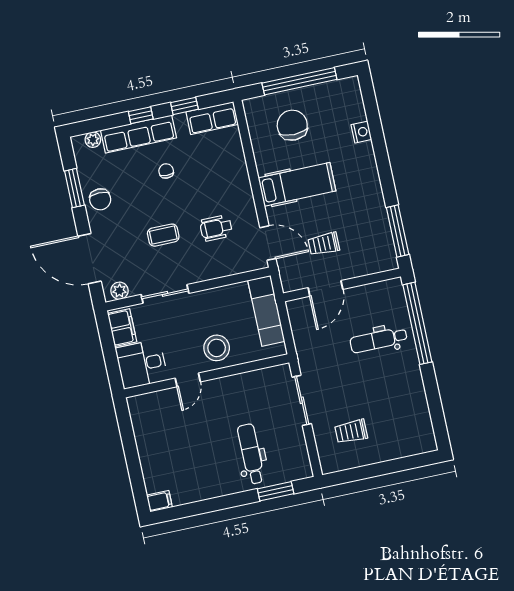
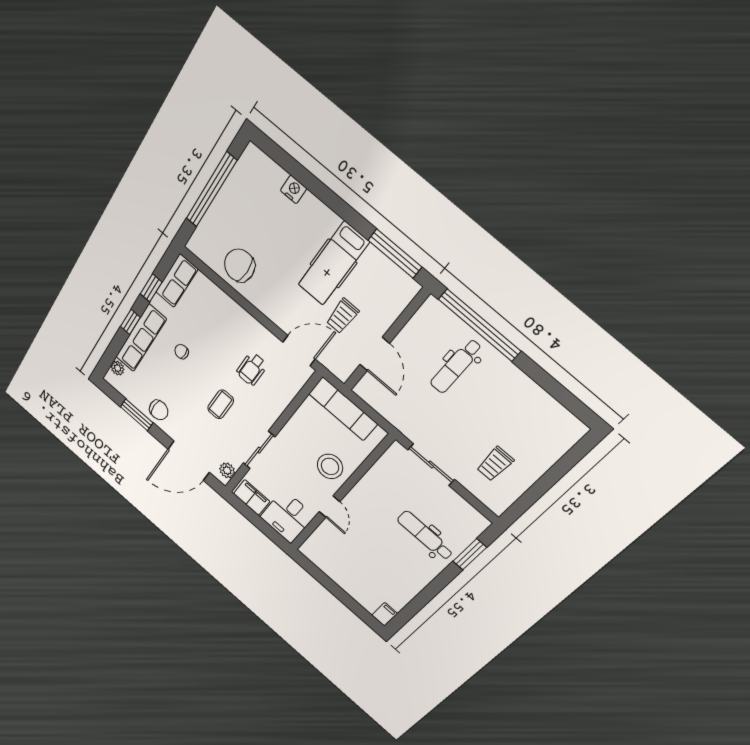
chair: (292, 125) -> (239, 265), moved
hospital bed: (297, 184) -> (333, 264), moved, turned 180

